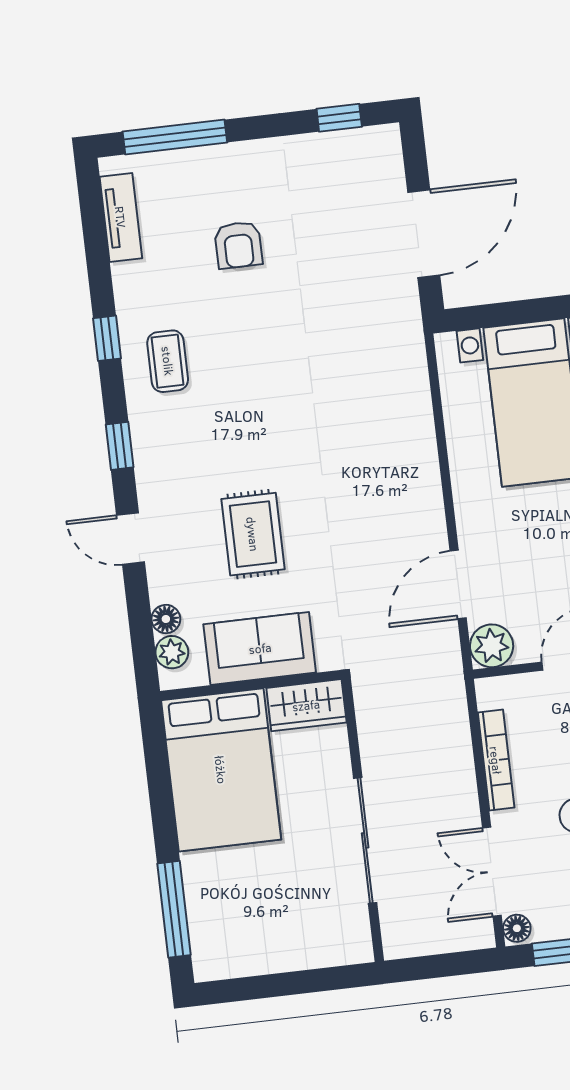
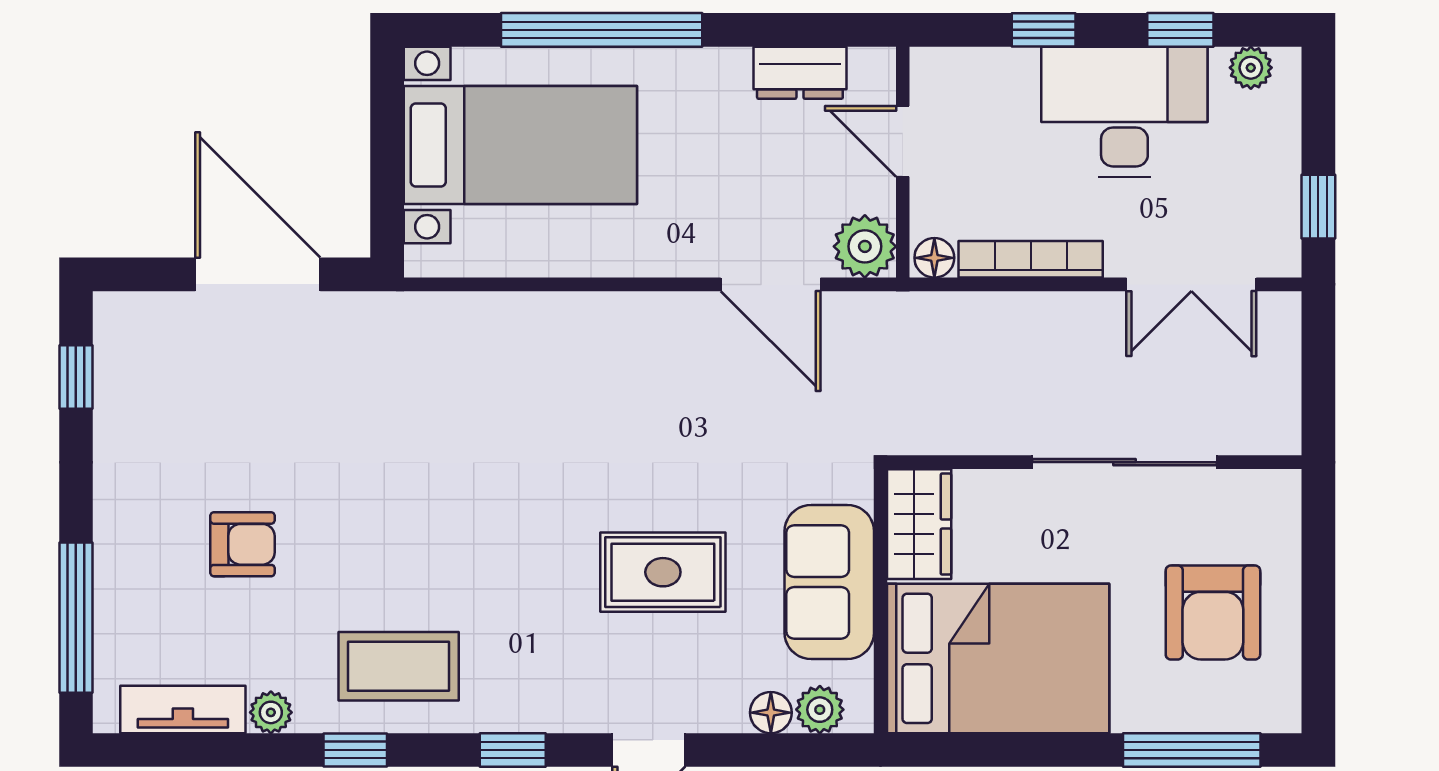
plant: (126, 278) -> (271, 712), added
coffee table: (168, 361) -> (399, 666), width x1.36, depth x1.30
armchair: (270, 913) -> (1213, 612), added
floor lamp: (517, 928) -> (934, 258), moved

